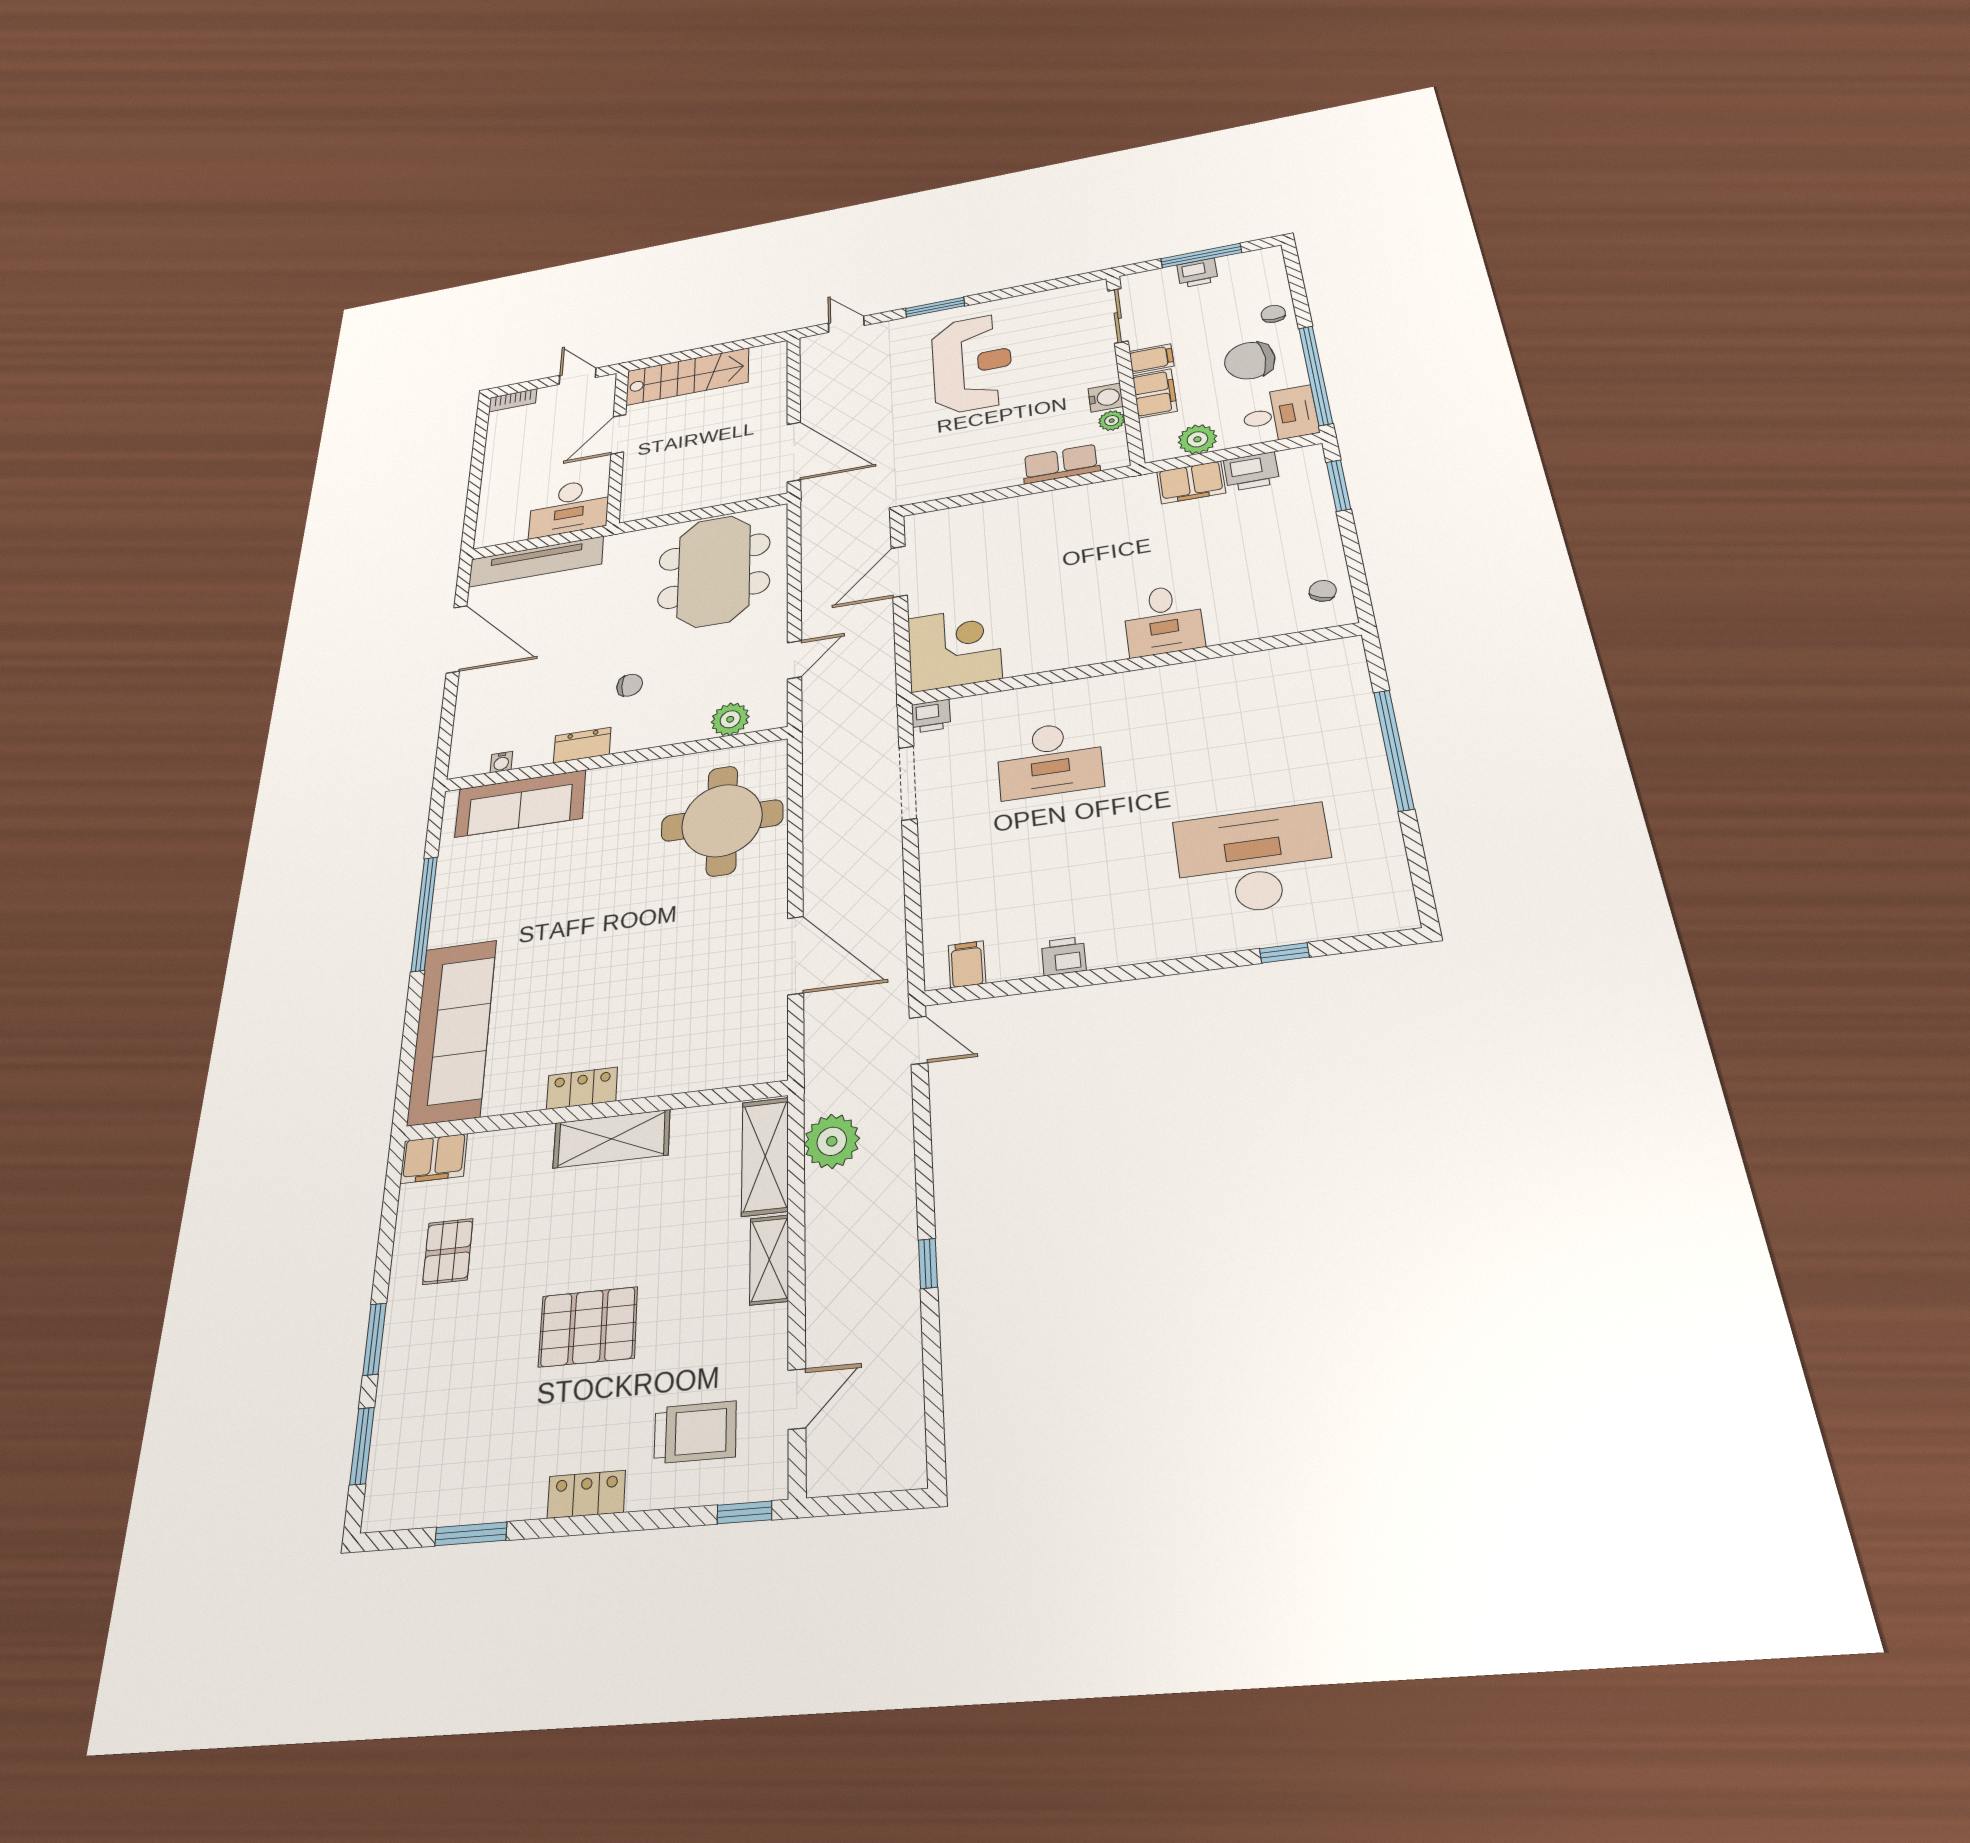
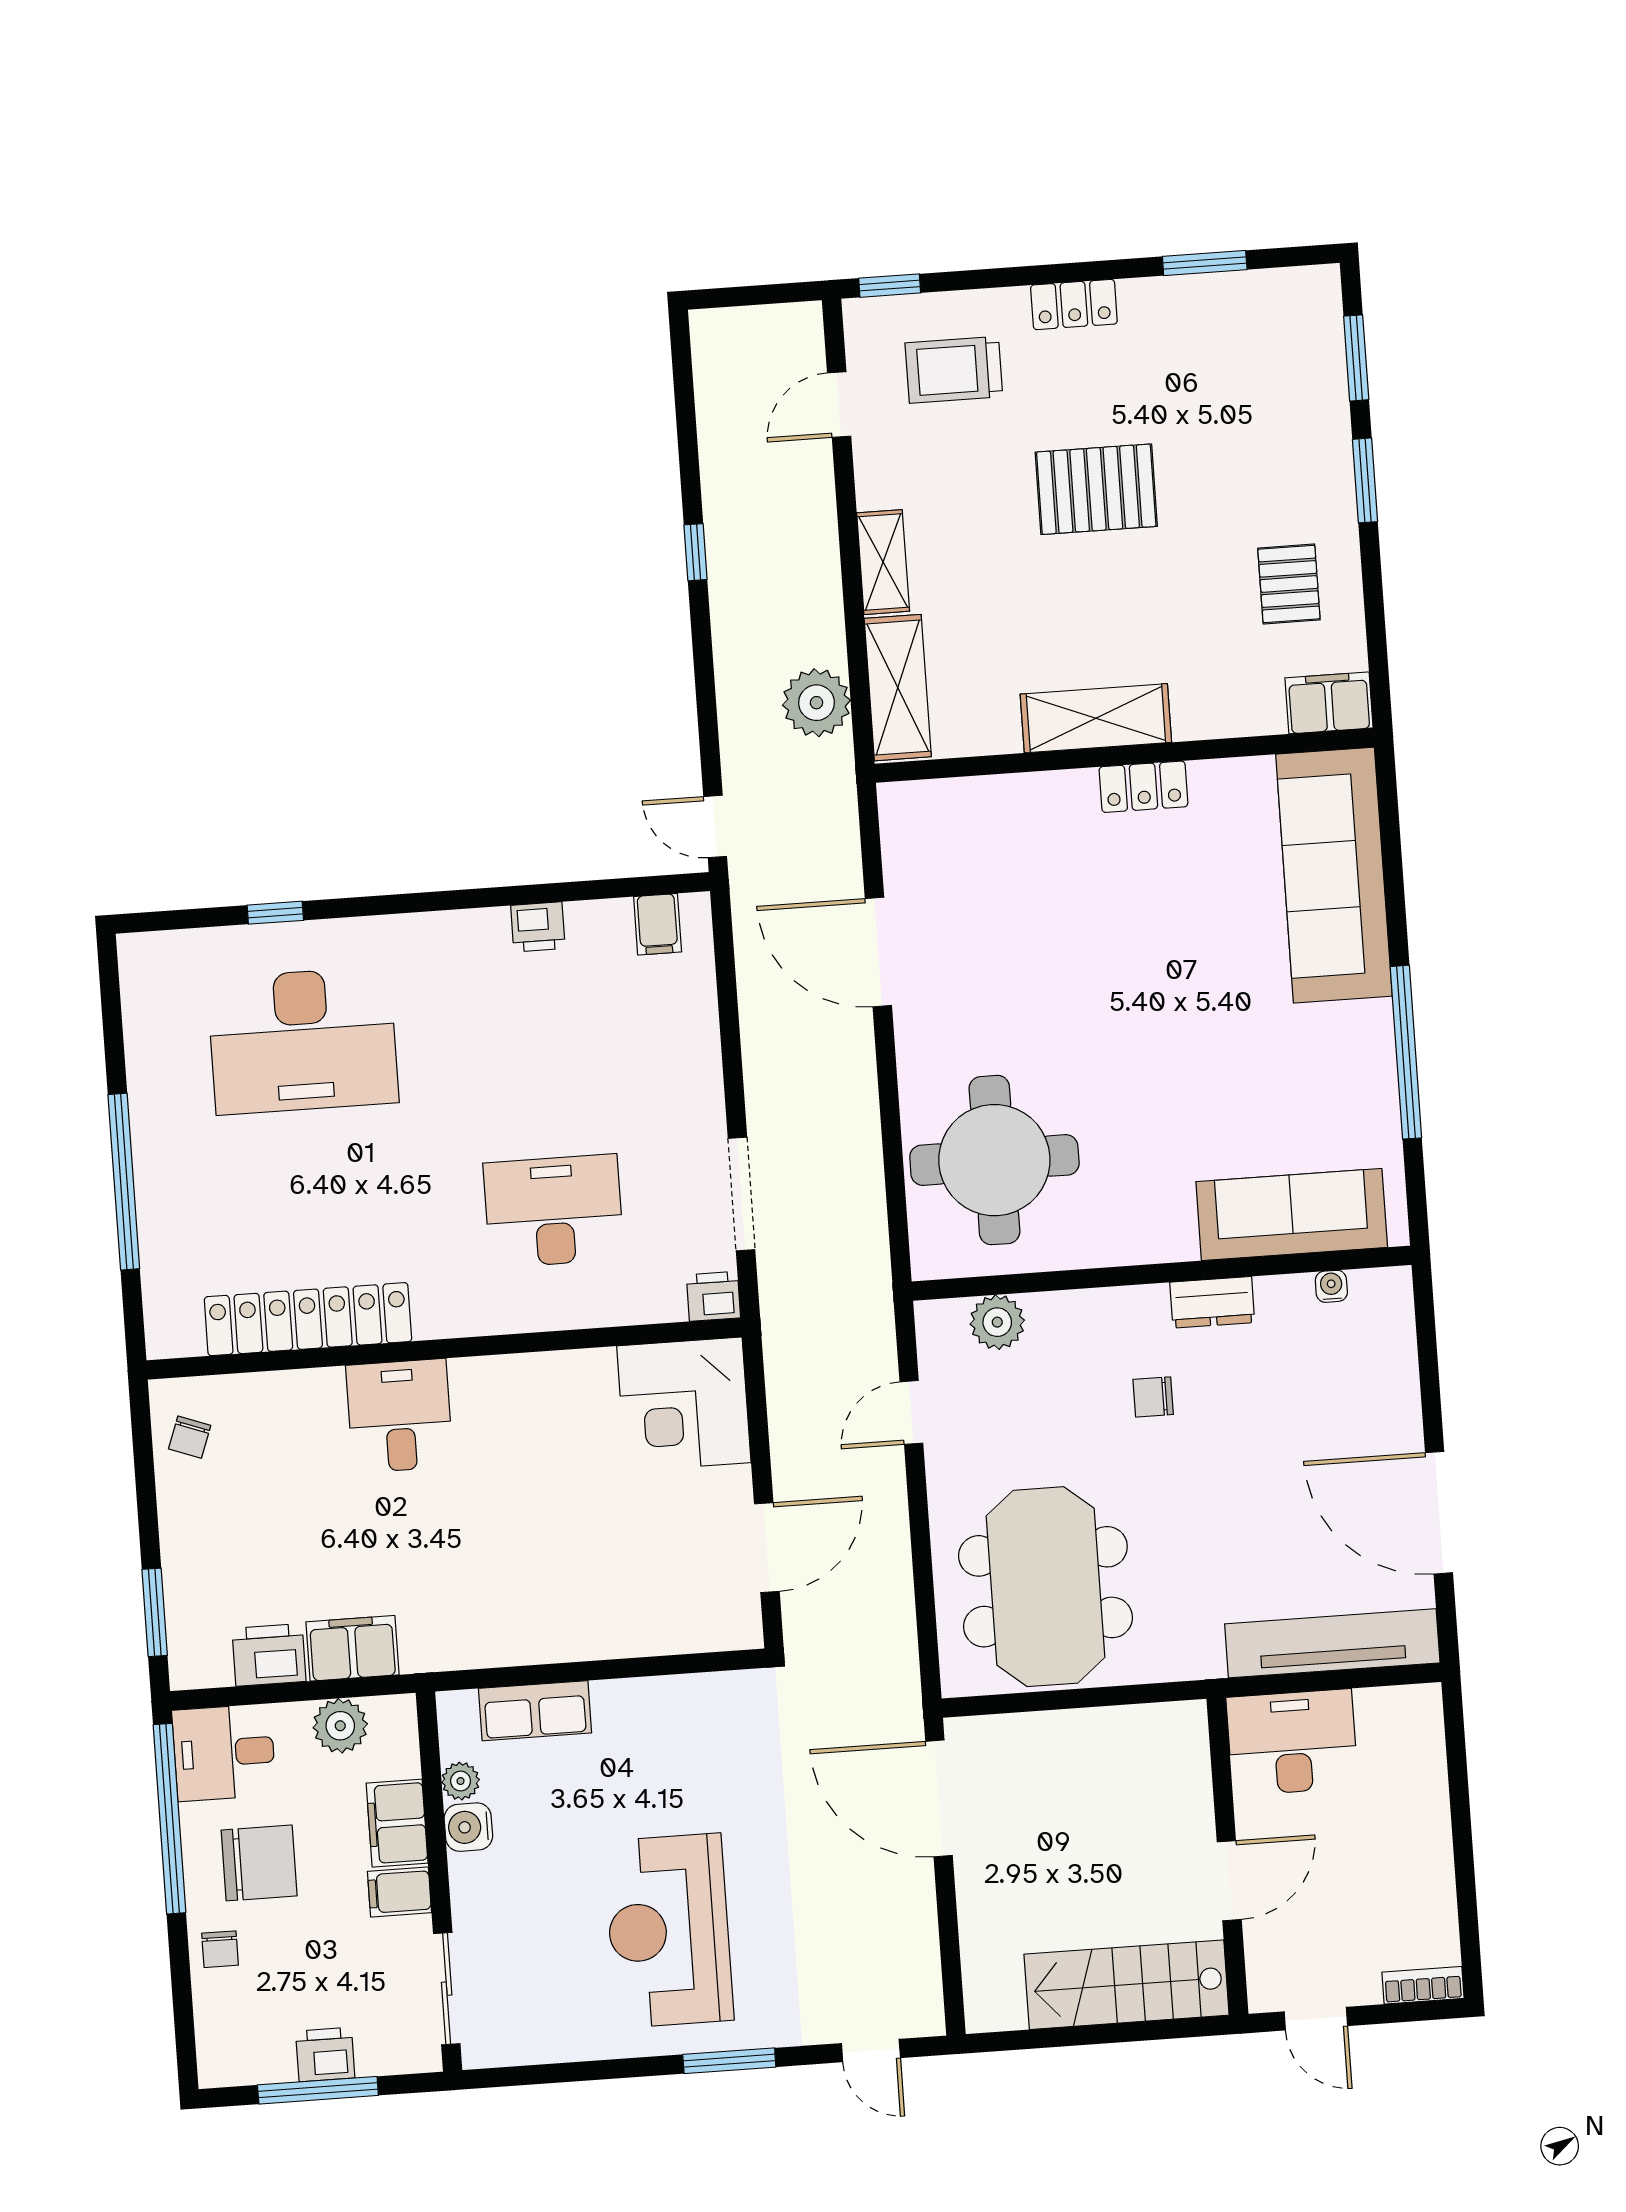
locker: (1237, 673) -> (308, 1319), added

